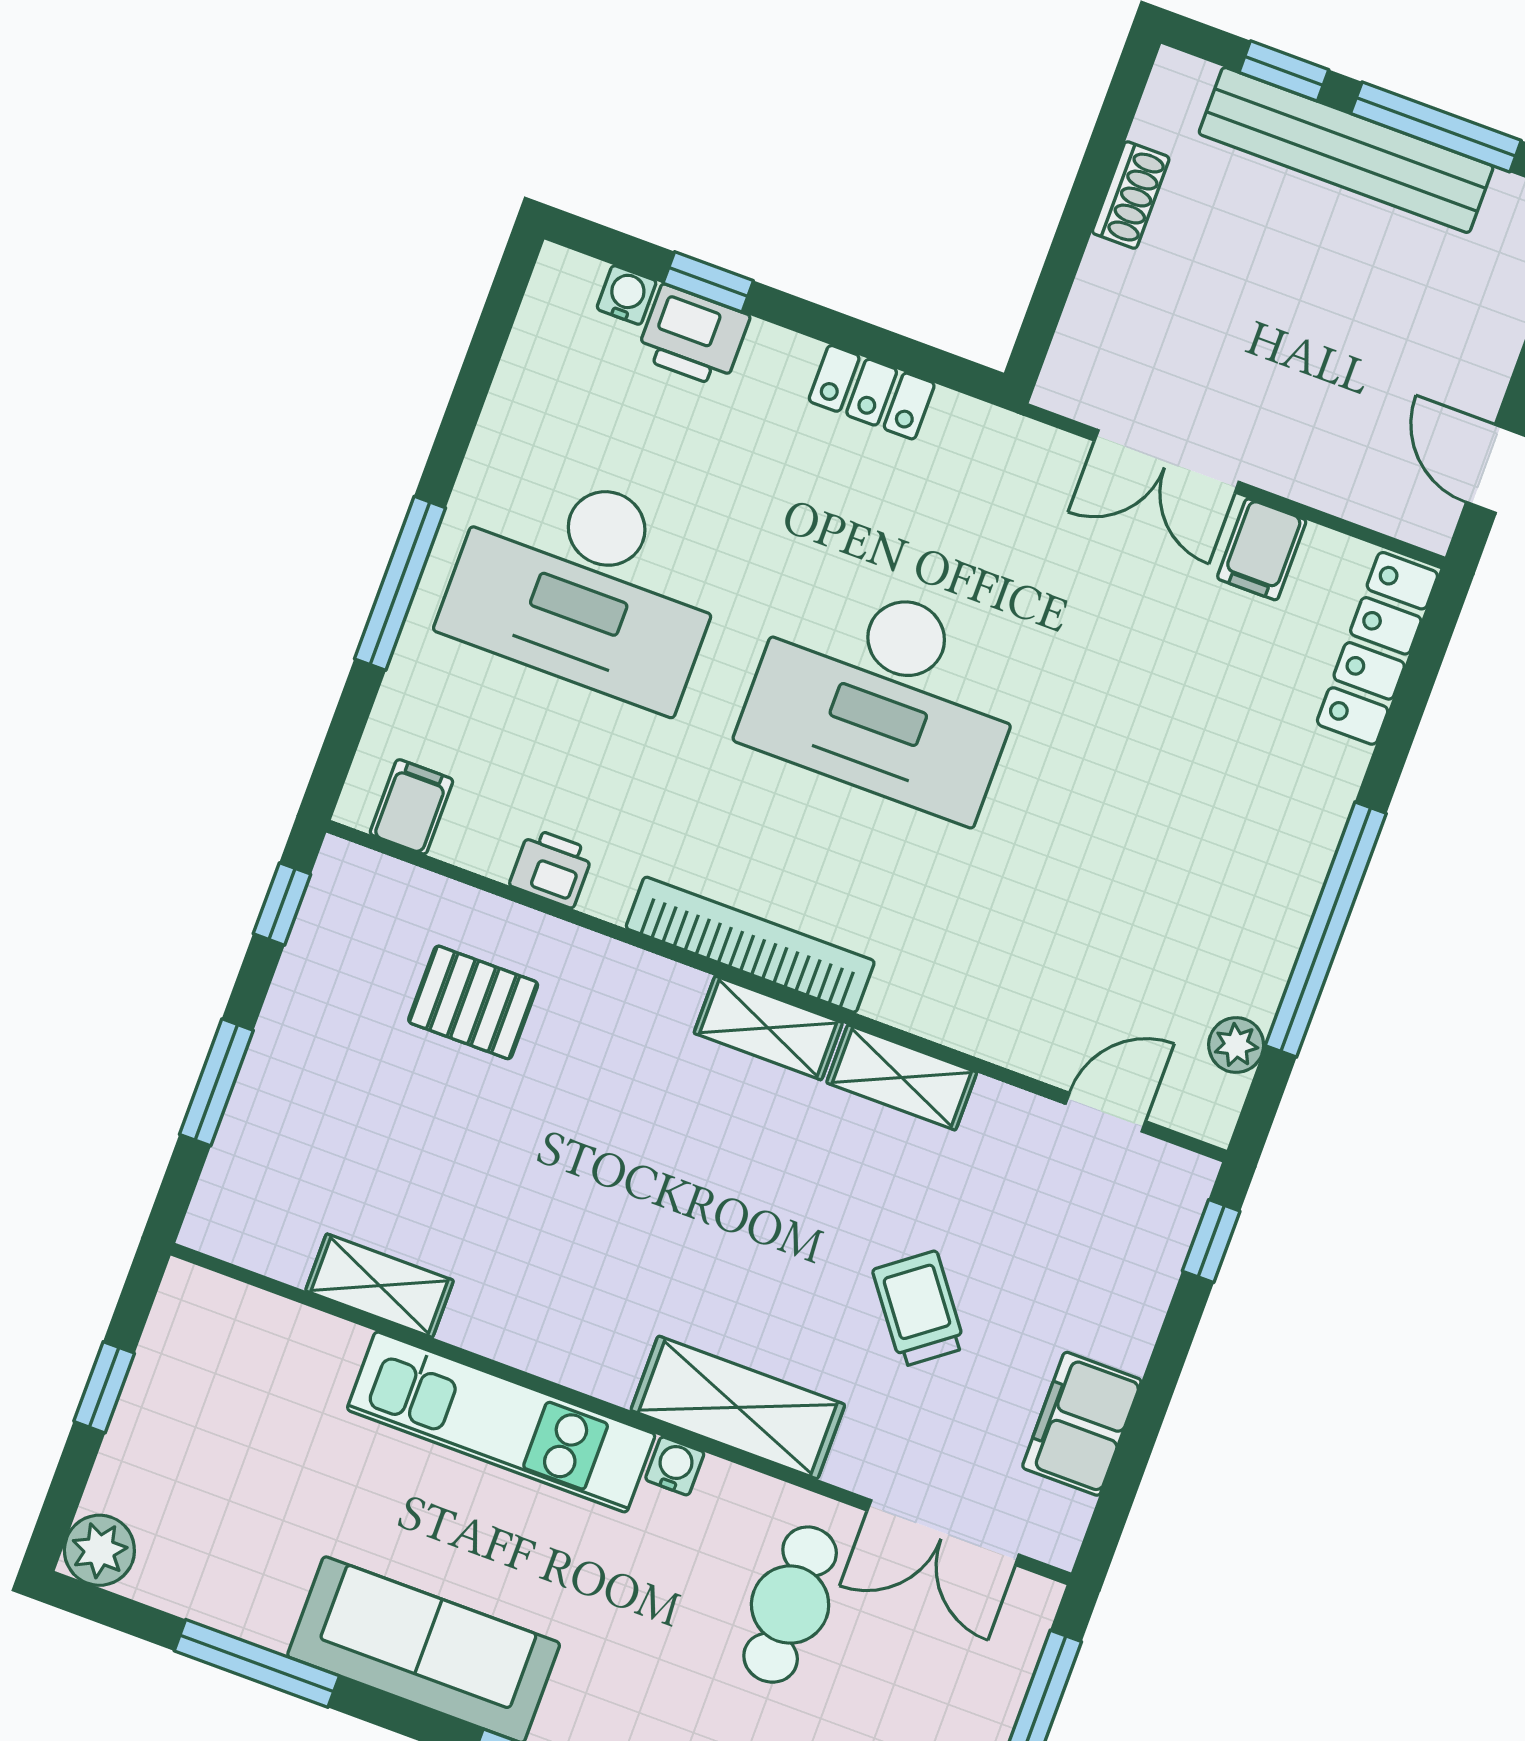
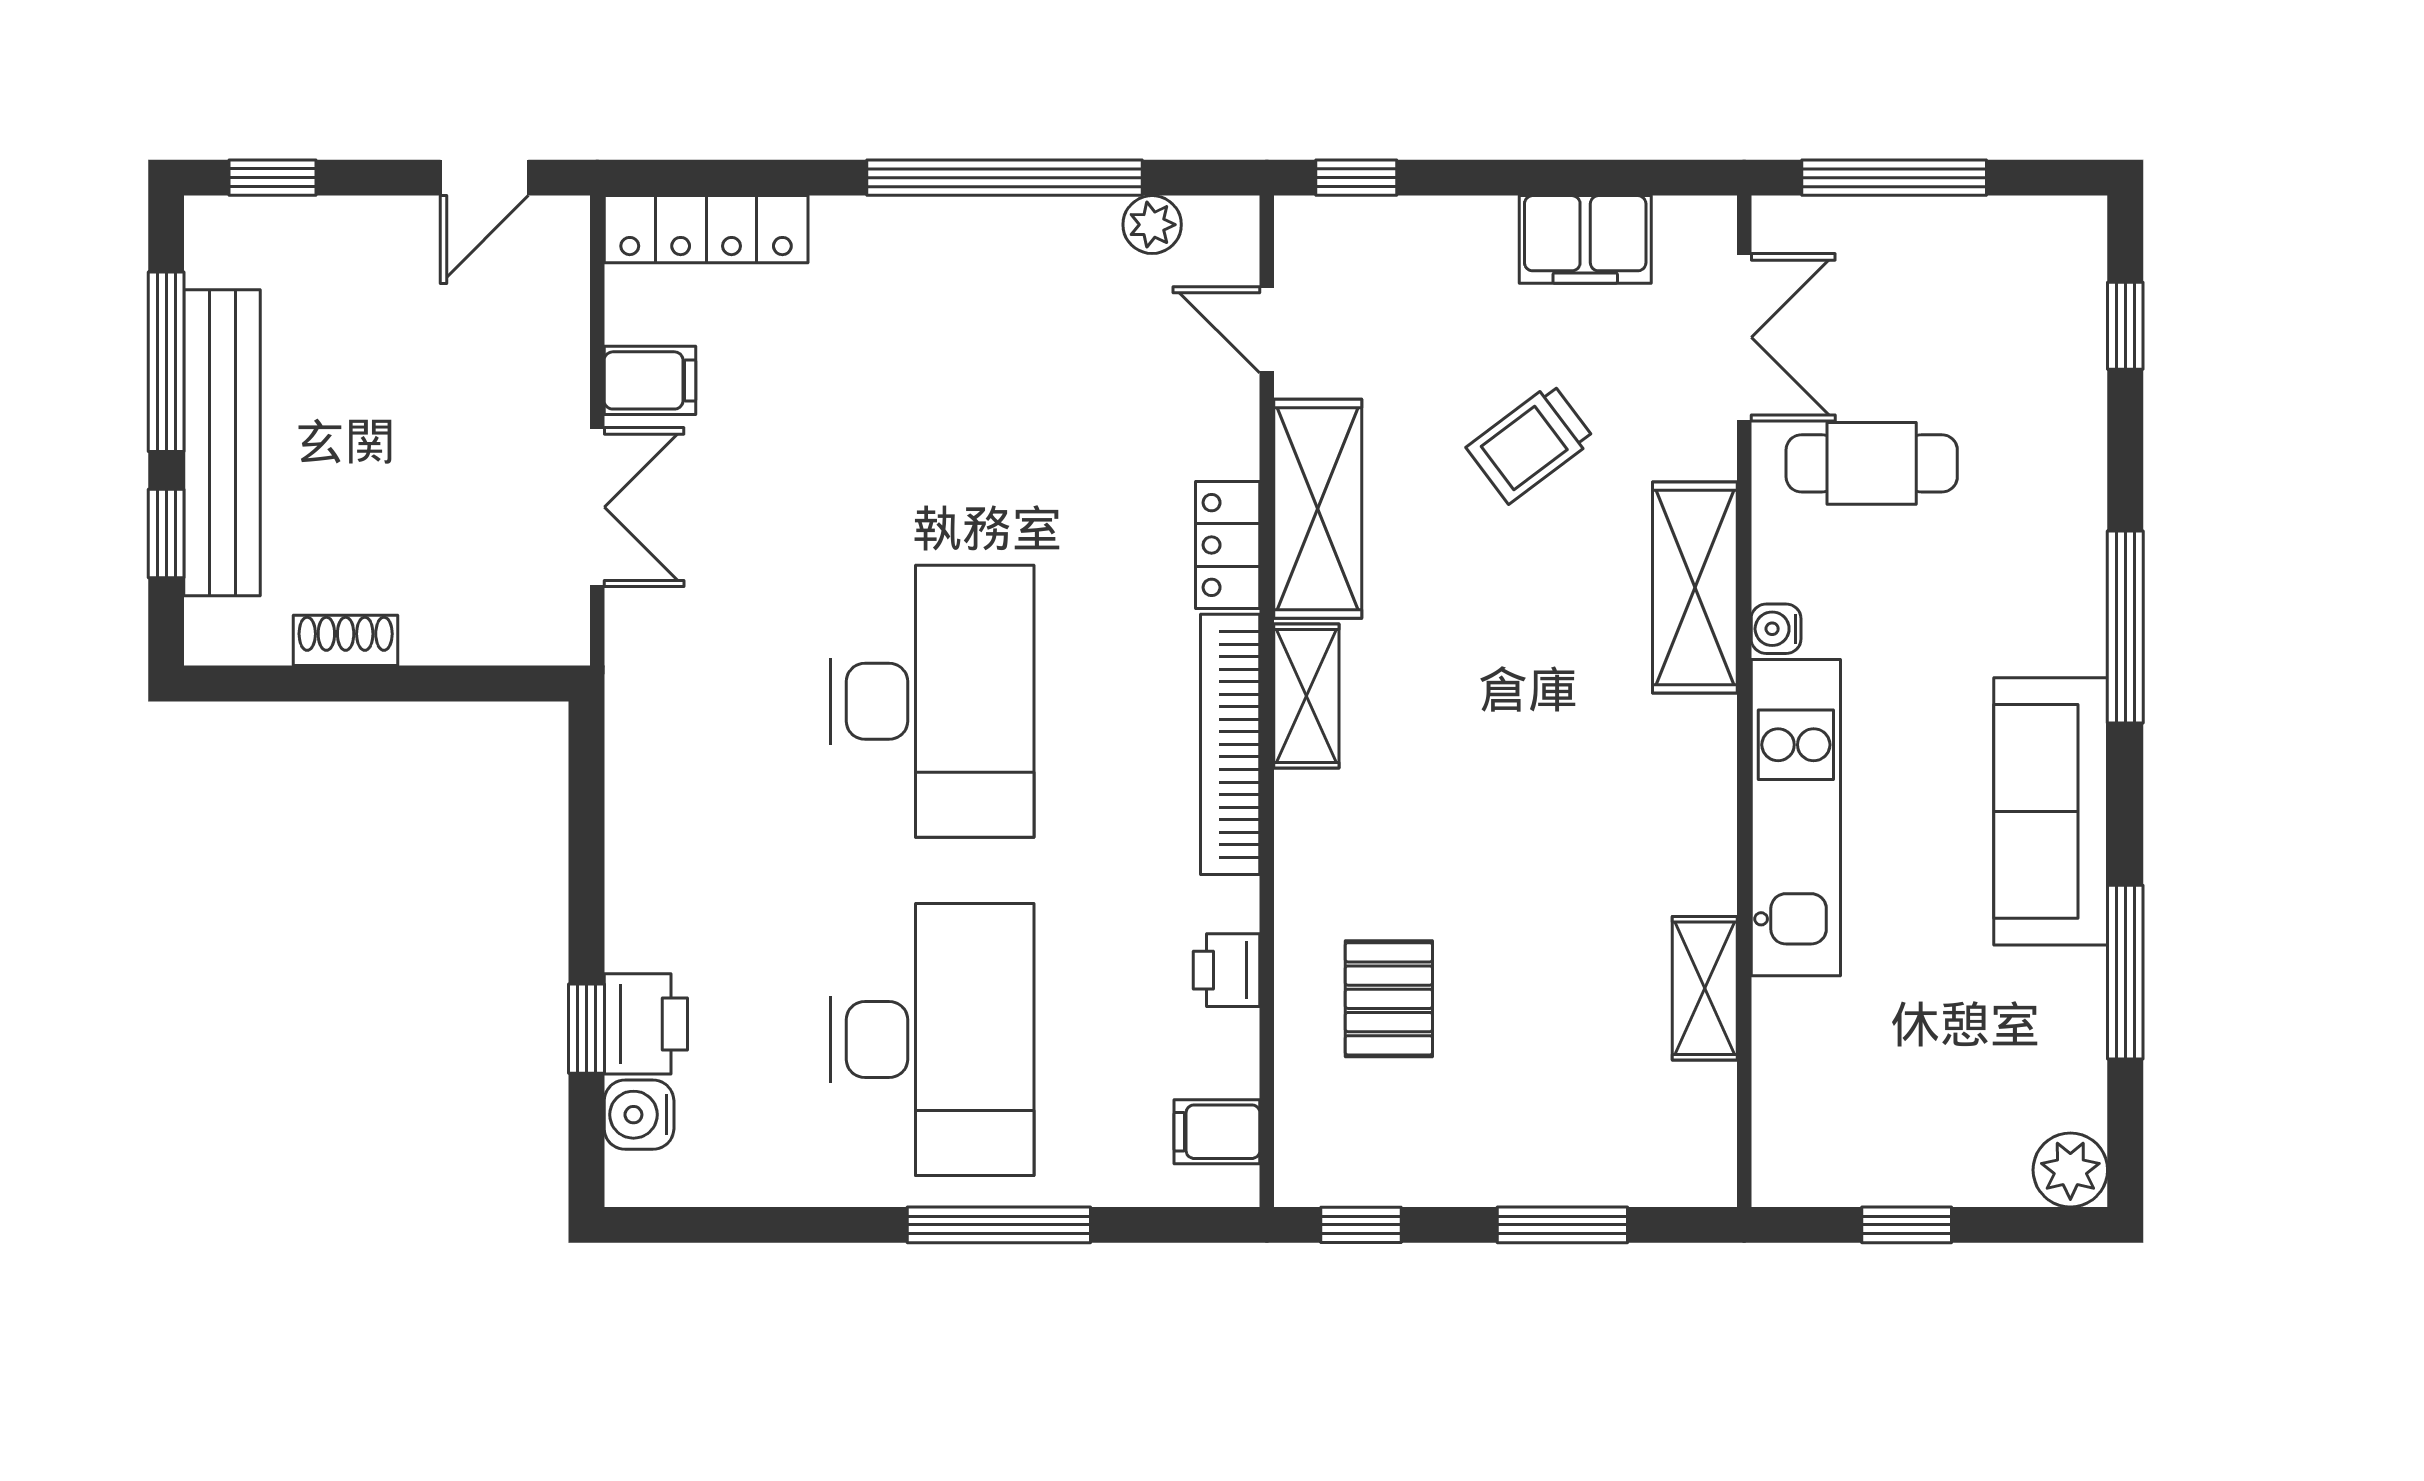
water cooler: (627, 295) -> (639, 1115), width x1.38, depth x1.38
locker: (872, 392) -> (1228, 545), moved, turned 180
shelving: (902, 1078) -> (1318, 509), width x1.50, depth x1.33

